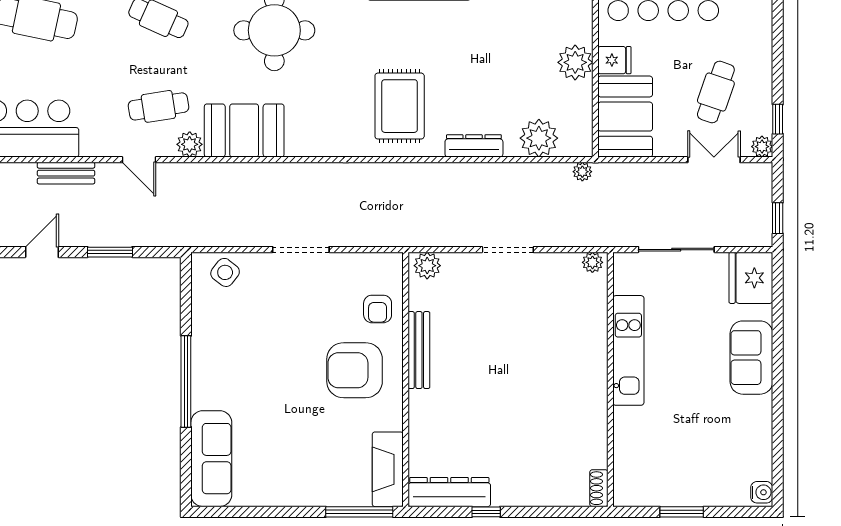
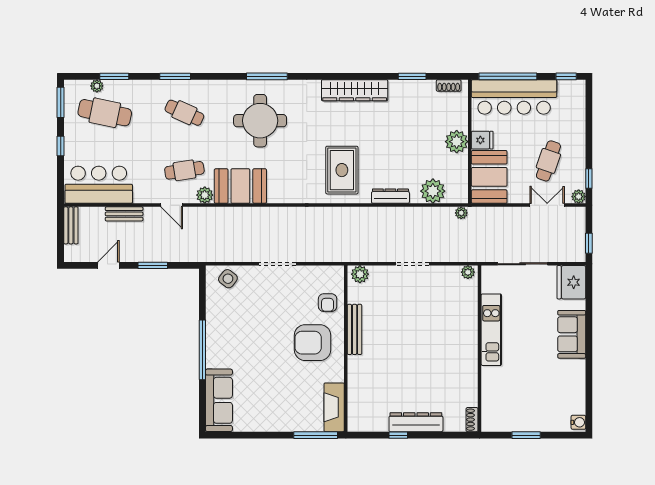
dresser: (449, 492) -> (416, 422), moved

